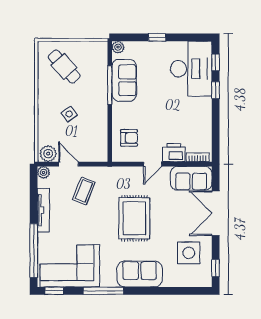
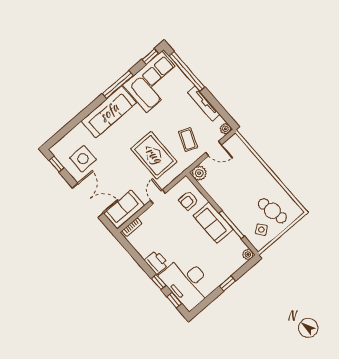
cafe table: (64, 66) -> (272, 211), turned 31
sofa: (124, 80) -> (213, 222), moved
side table: (69, 114) -> (261, 230), moved
printer: (174, 153) -> (157, 262), moved, turned -90
plant: (48, 154) -> (199, 173), moved
rug: (134, 218) -> (154, 155), moved
sofa: (140, 274) -> (109, 112), width x1.36

